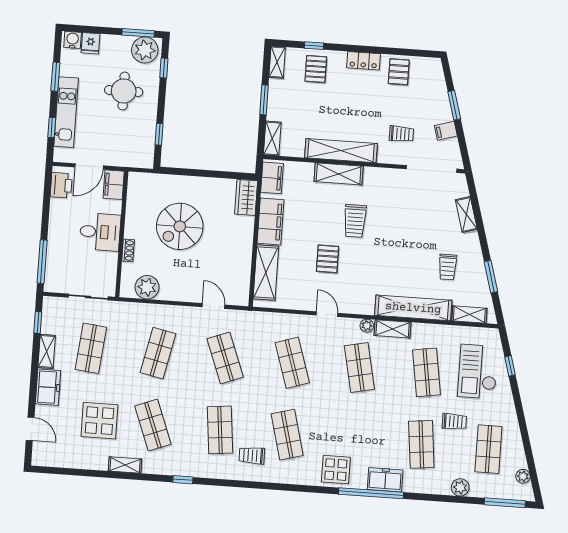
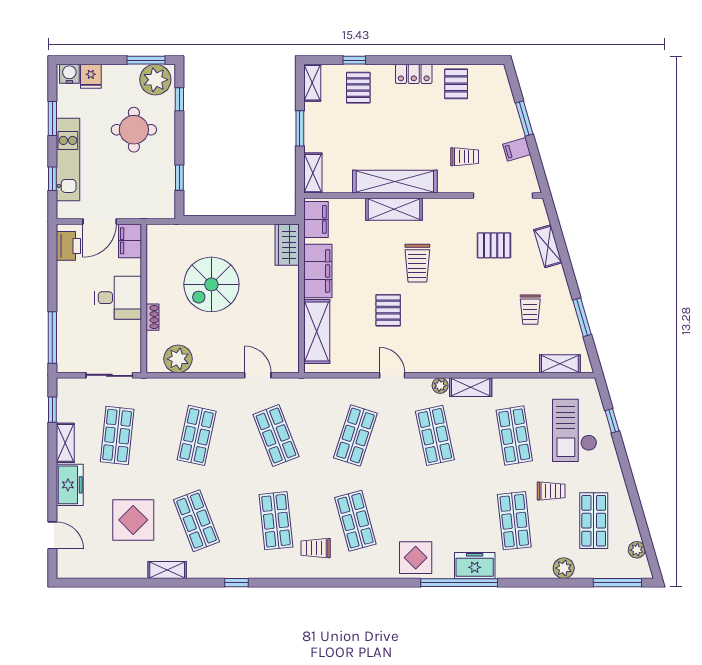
pallet: (421, 211) -> (494, 245), added
shelving: (413, 308) -> (493, 361), removed
shop shelf: (292, 363) -> (355, 435), turned 36

